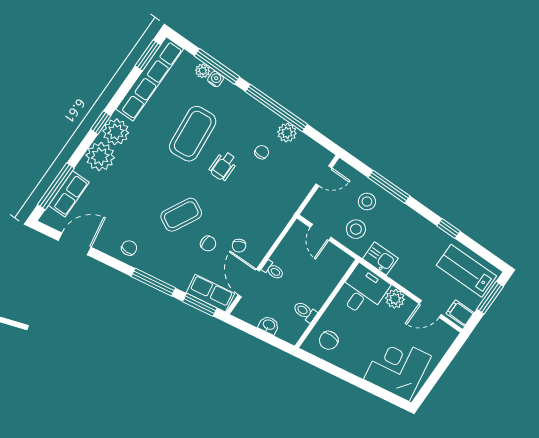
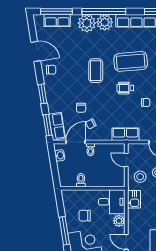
window: (101, 123) -> (104, 11), width x3.17
row of seats: (285, 209) -> (126, 134), added
coffee table: (181, 215) -> (96, 71), moved, turned 62
door: (321, 232) -> (126, 160), hinge flipped
door: (75, 244) -> (36, 51), moved
window: (153, 282) -> (42, 94), width x0.69
washbasin: (269, 325) -> (60, 155), moved
chair: (329, 340) -> (85, 216), moved
window: (357, 381) -> (64, 231), added

